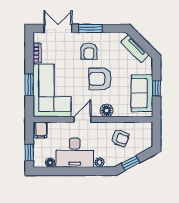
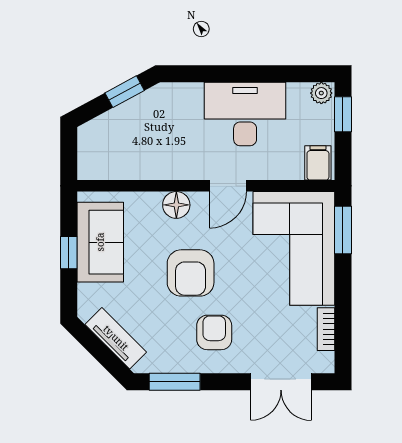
window: (91, 28) -> (175, 382), moved
armchair: (100, 79) -> (191, 273), turned 90
window: (29, 85) -> (343, 230), moved
armchair: (120, 138) -> (147, 146), removed
plant: (100, 162) -> (321, 93), moved
floor lamp: (50, 163) -> (298, 92), removed

